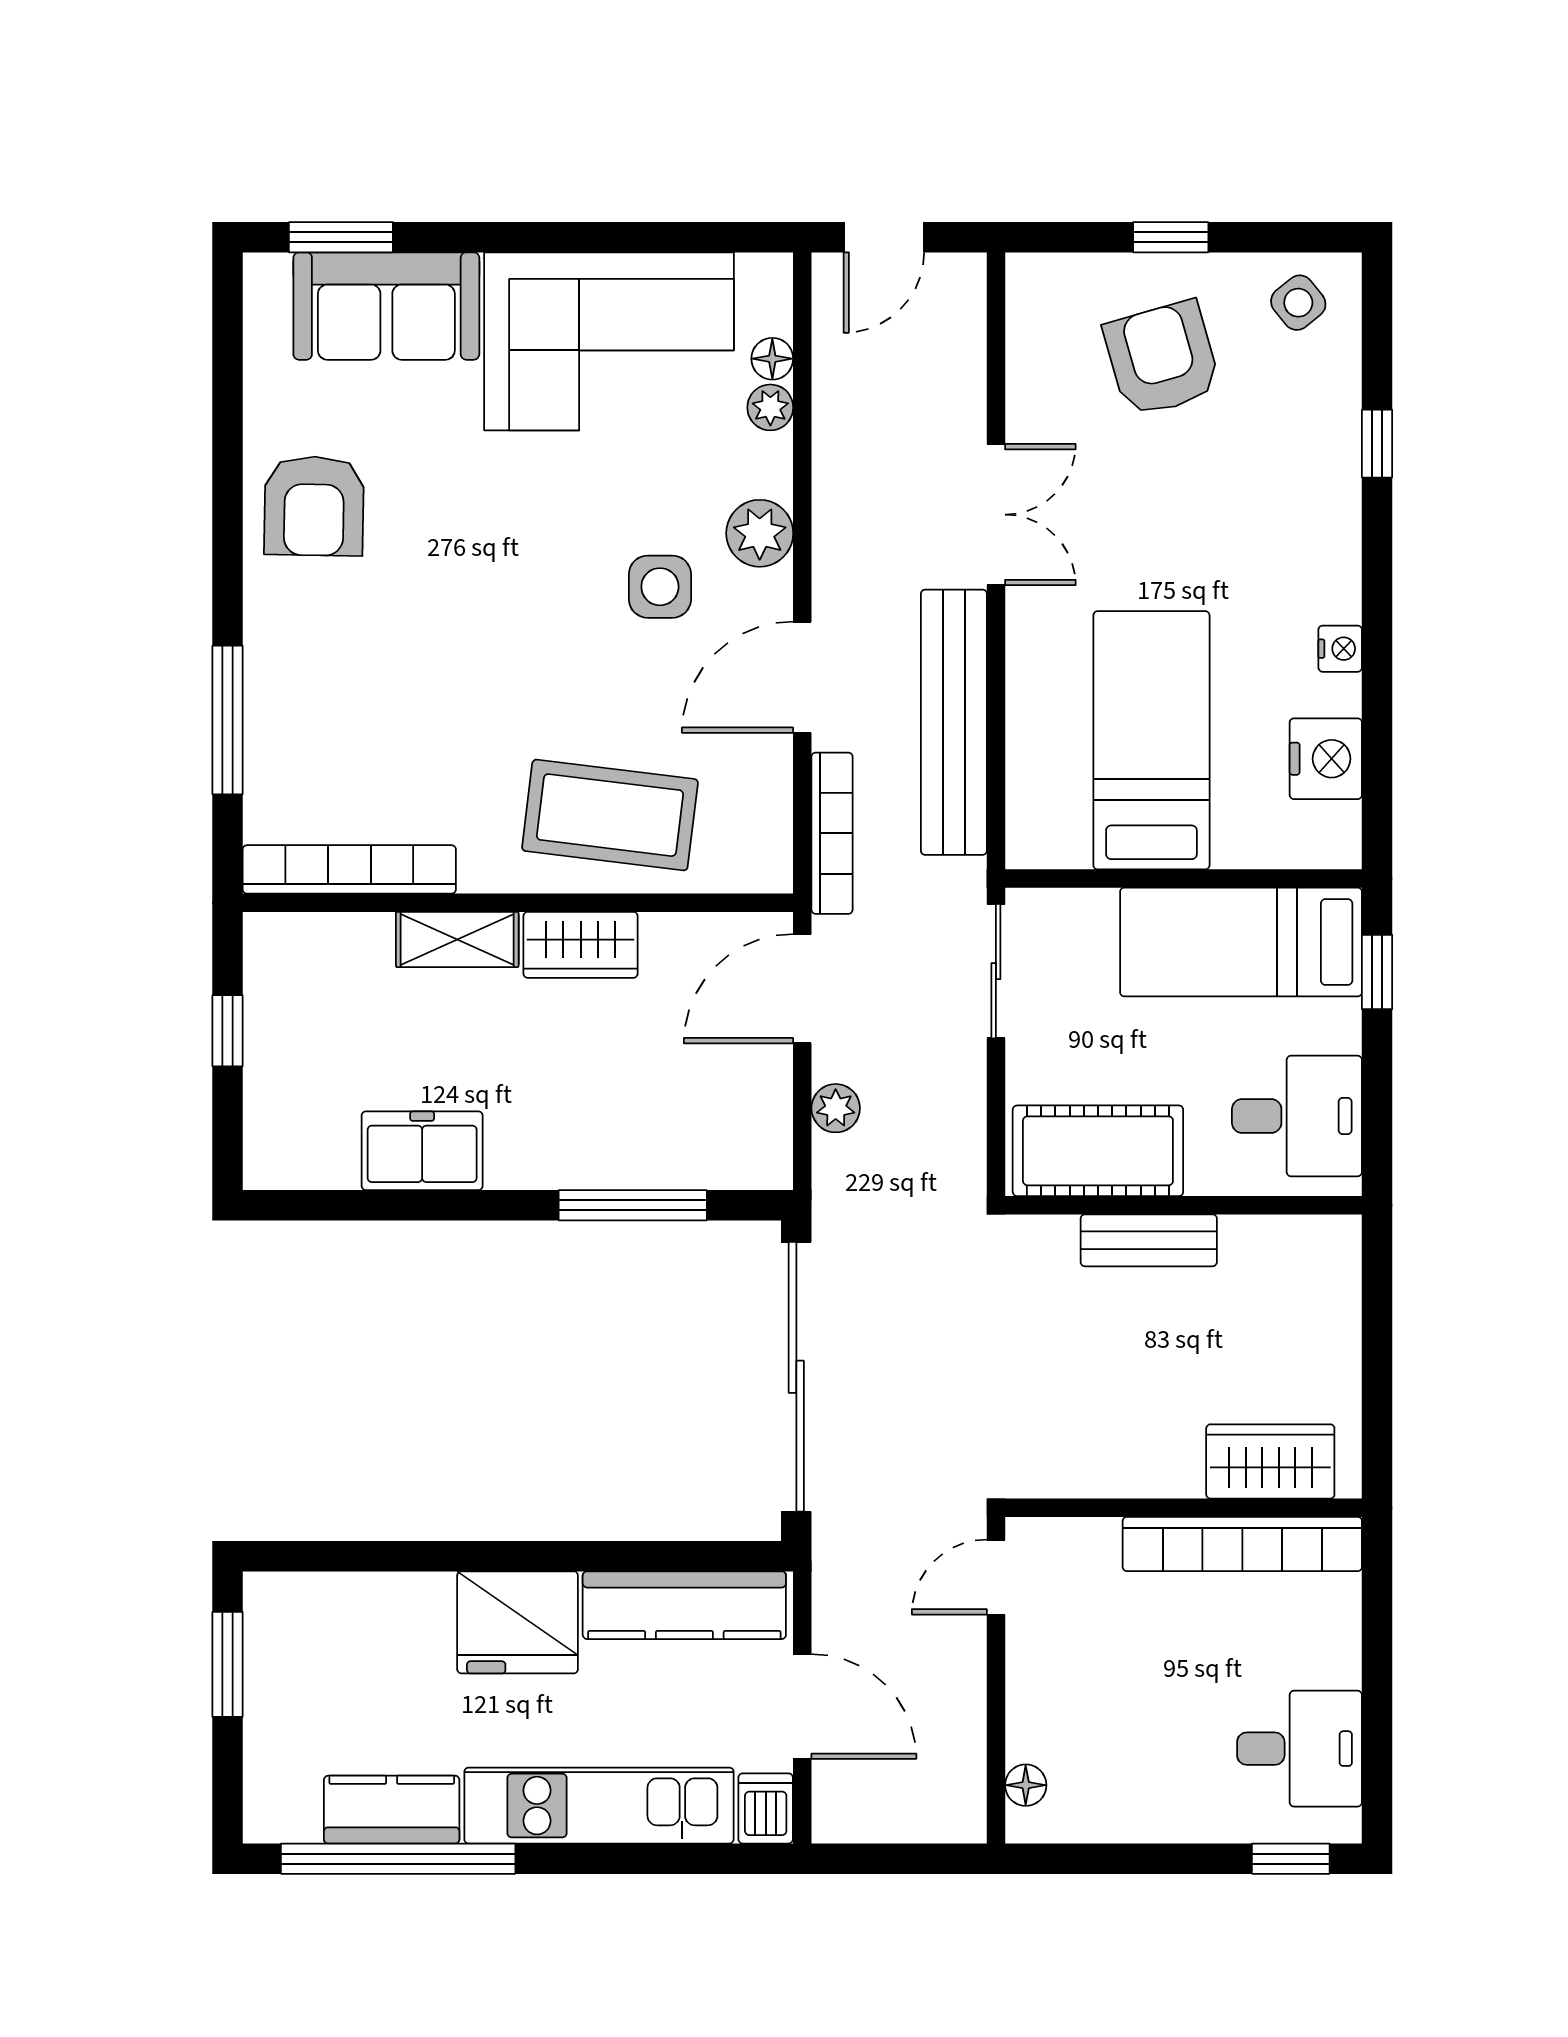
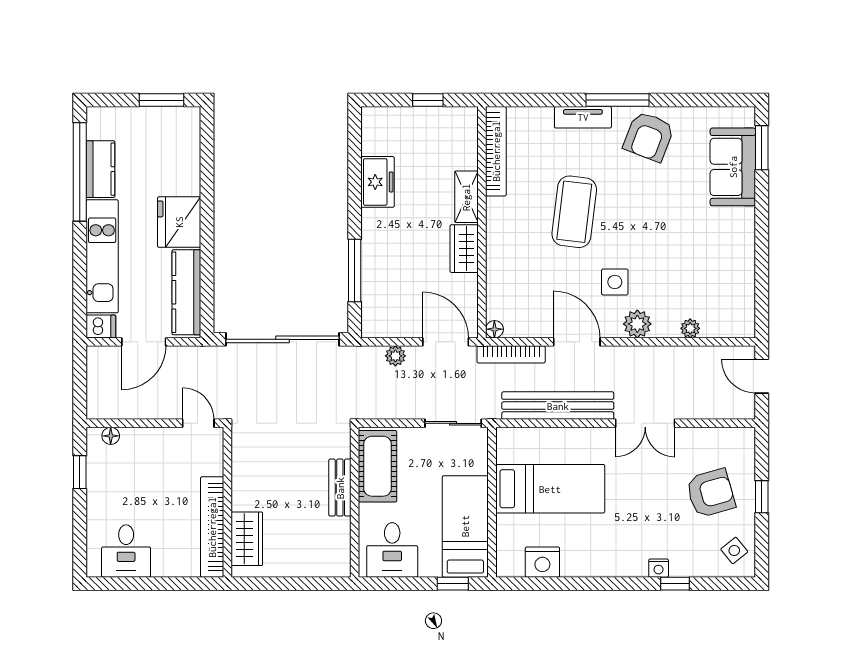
corner sofa: (609, 341) -> (718, 261), removed
floor lamp: (772, 359) -> (494, 329), moved
armchair: (314, 506) -> (649, 136), turned -70
nightstand: (1340, 649) -> (659, 568), moved
tv unit: (268, 662) -> (583, 117), added
window: (228, 720) -> (618, 100), moved
coffee table: (610, 815) -> (574, 212), moved
window: (1291, 1859) -> (80, 472), moved

